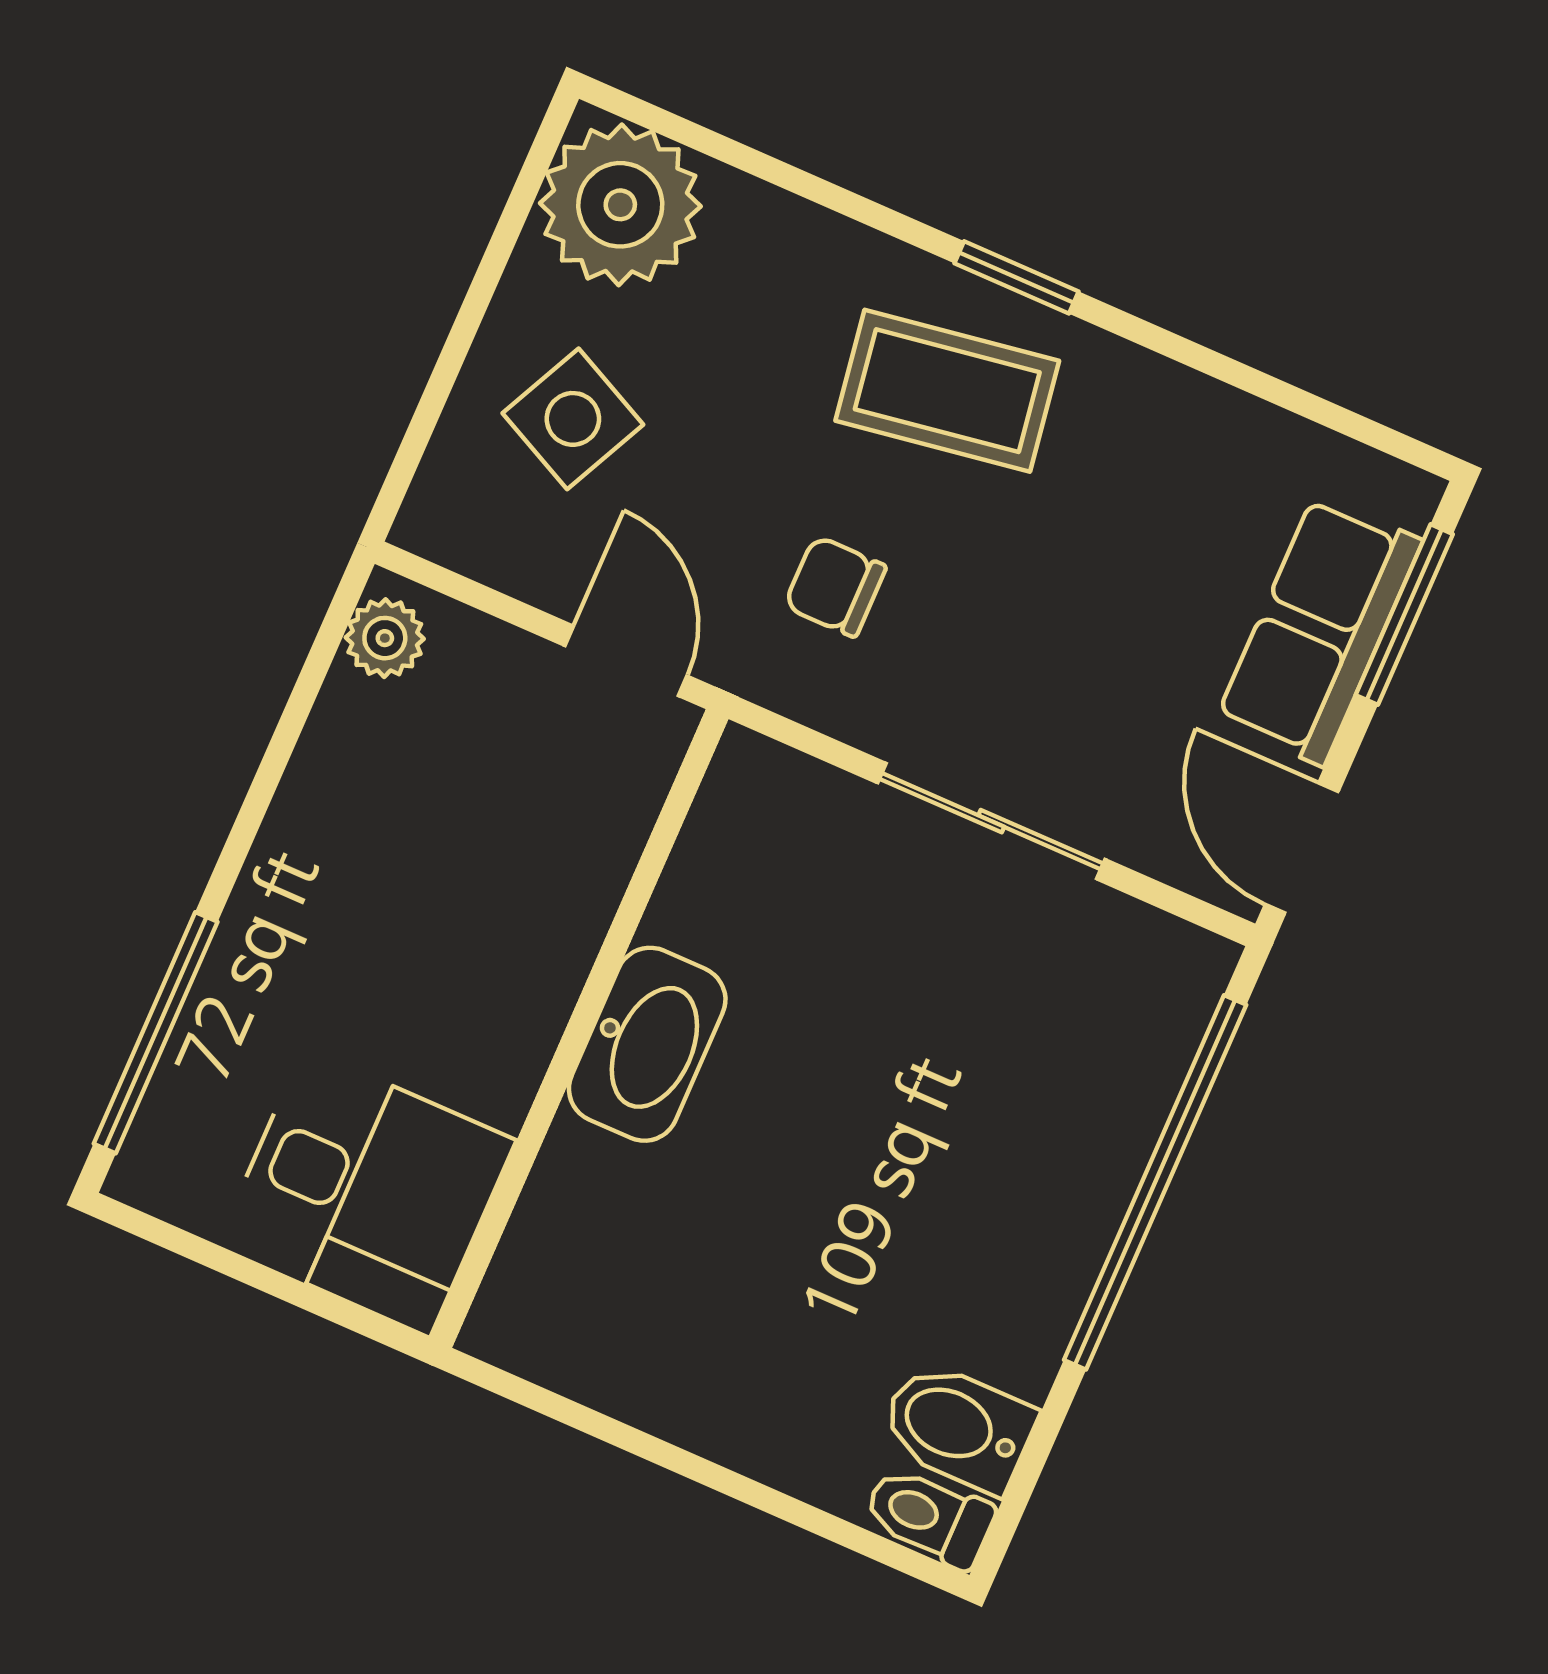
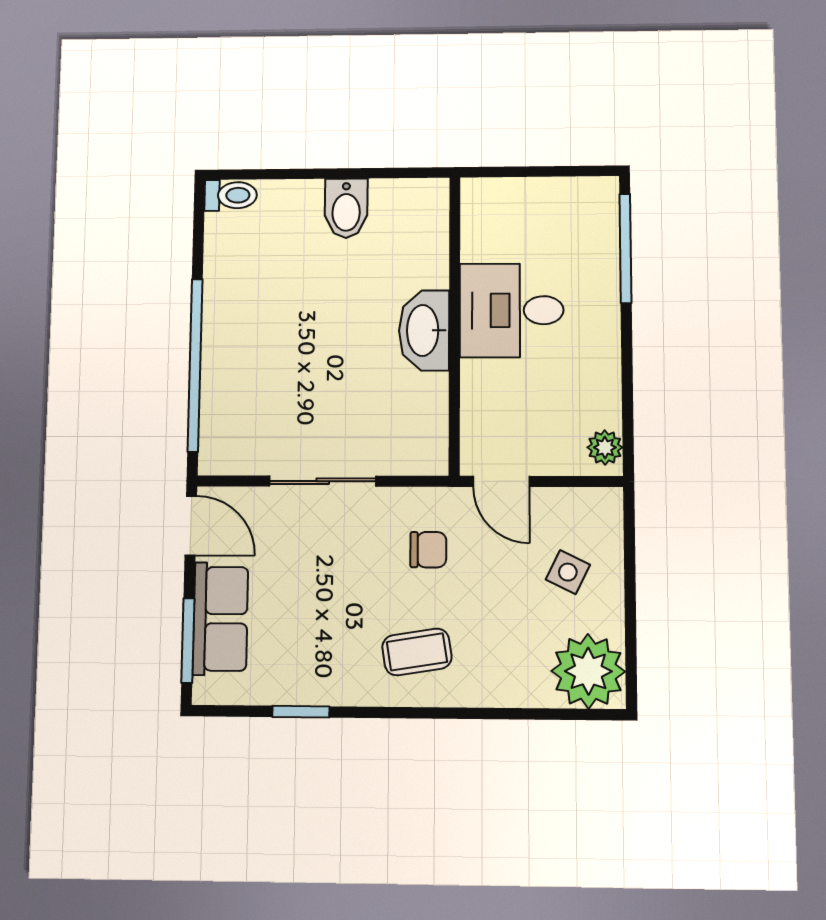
window: (1016, 277) -> (301, 712), moved
coffee table: (947, 391) -> (417, 652), width x0.73, depth x0.77
side table: (573, 419) -> (568, 572), width x0.73, depth x0.73
desk: (367, 1192) -> (512, 310), moved
bidet: (958, 1427) -> (346, 208), moved, turned 90

